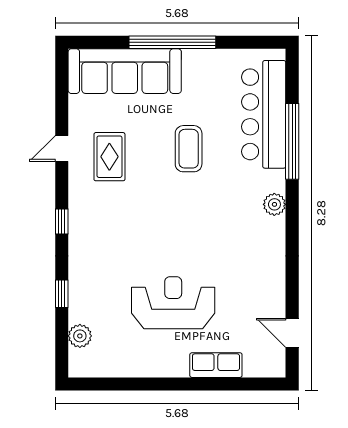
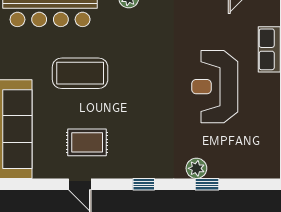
coffee table: (189, 149) -> (80, 73), width x1.36, depth x1.32
plant: (80, 336) -> (196, 168), moved

